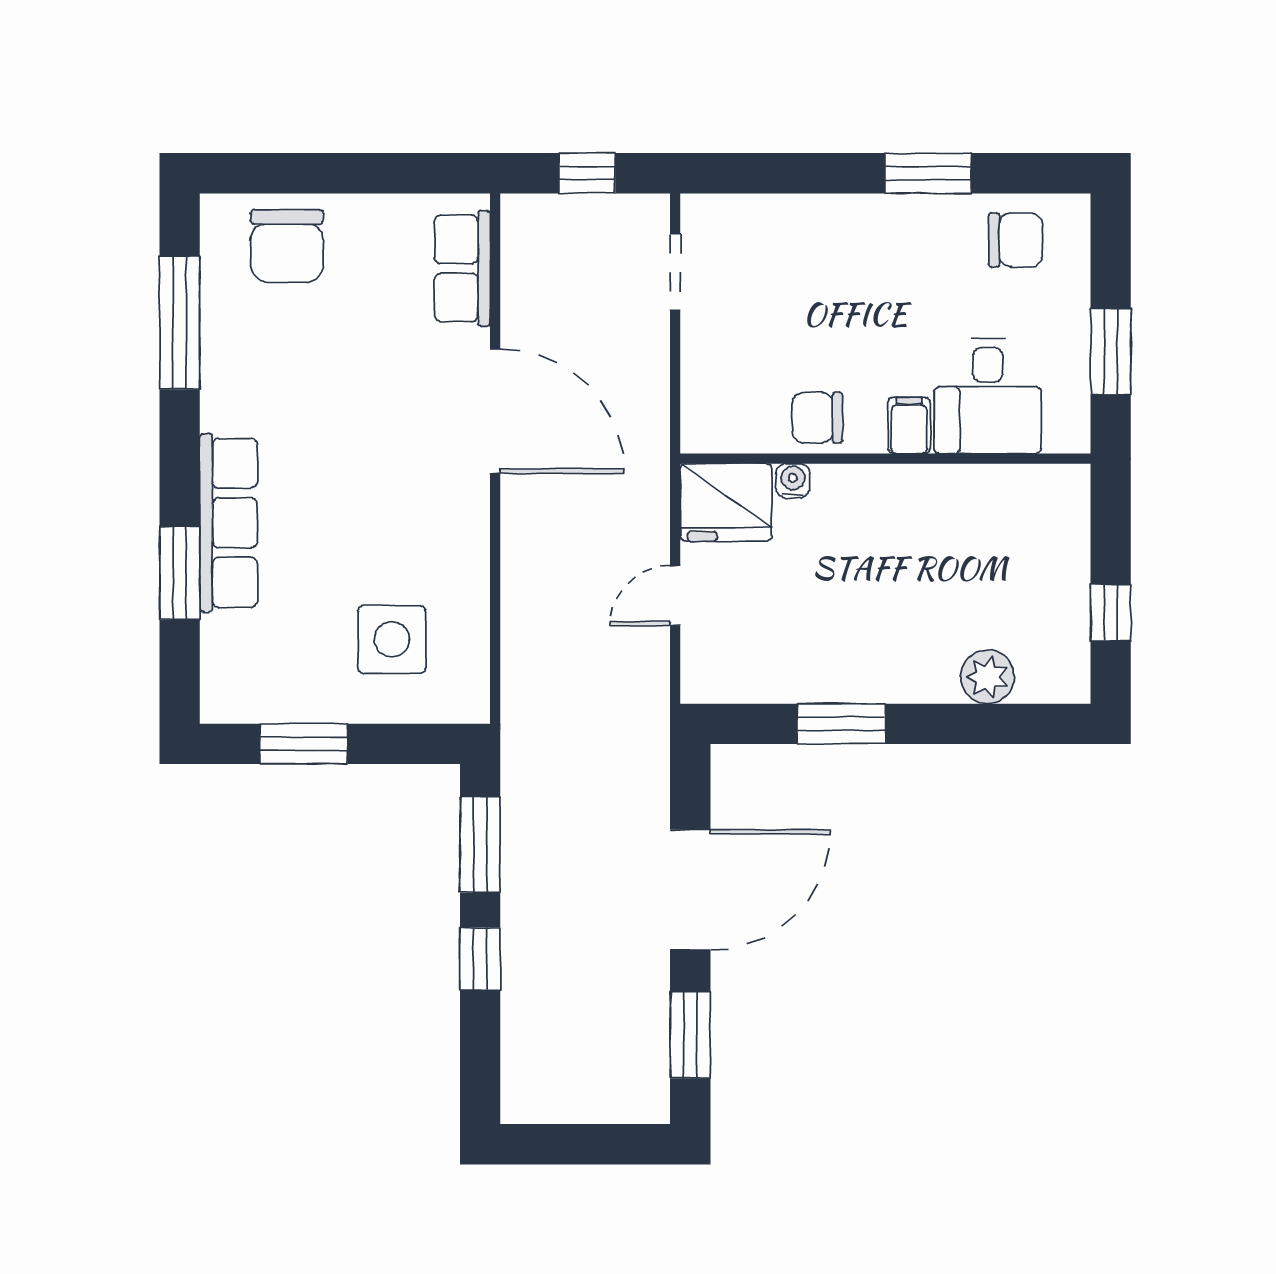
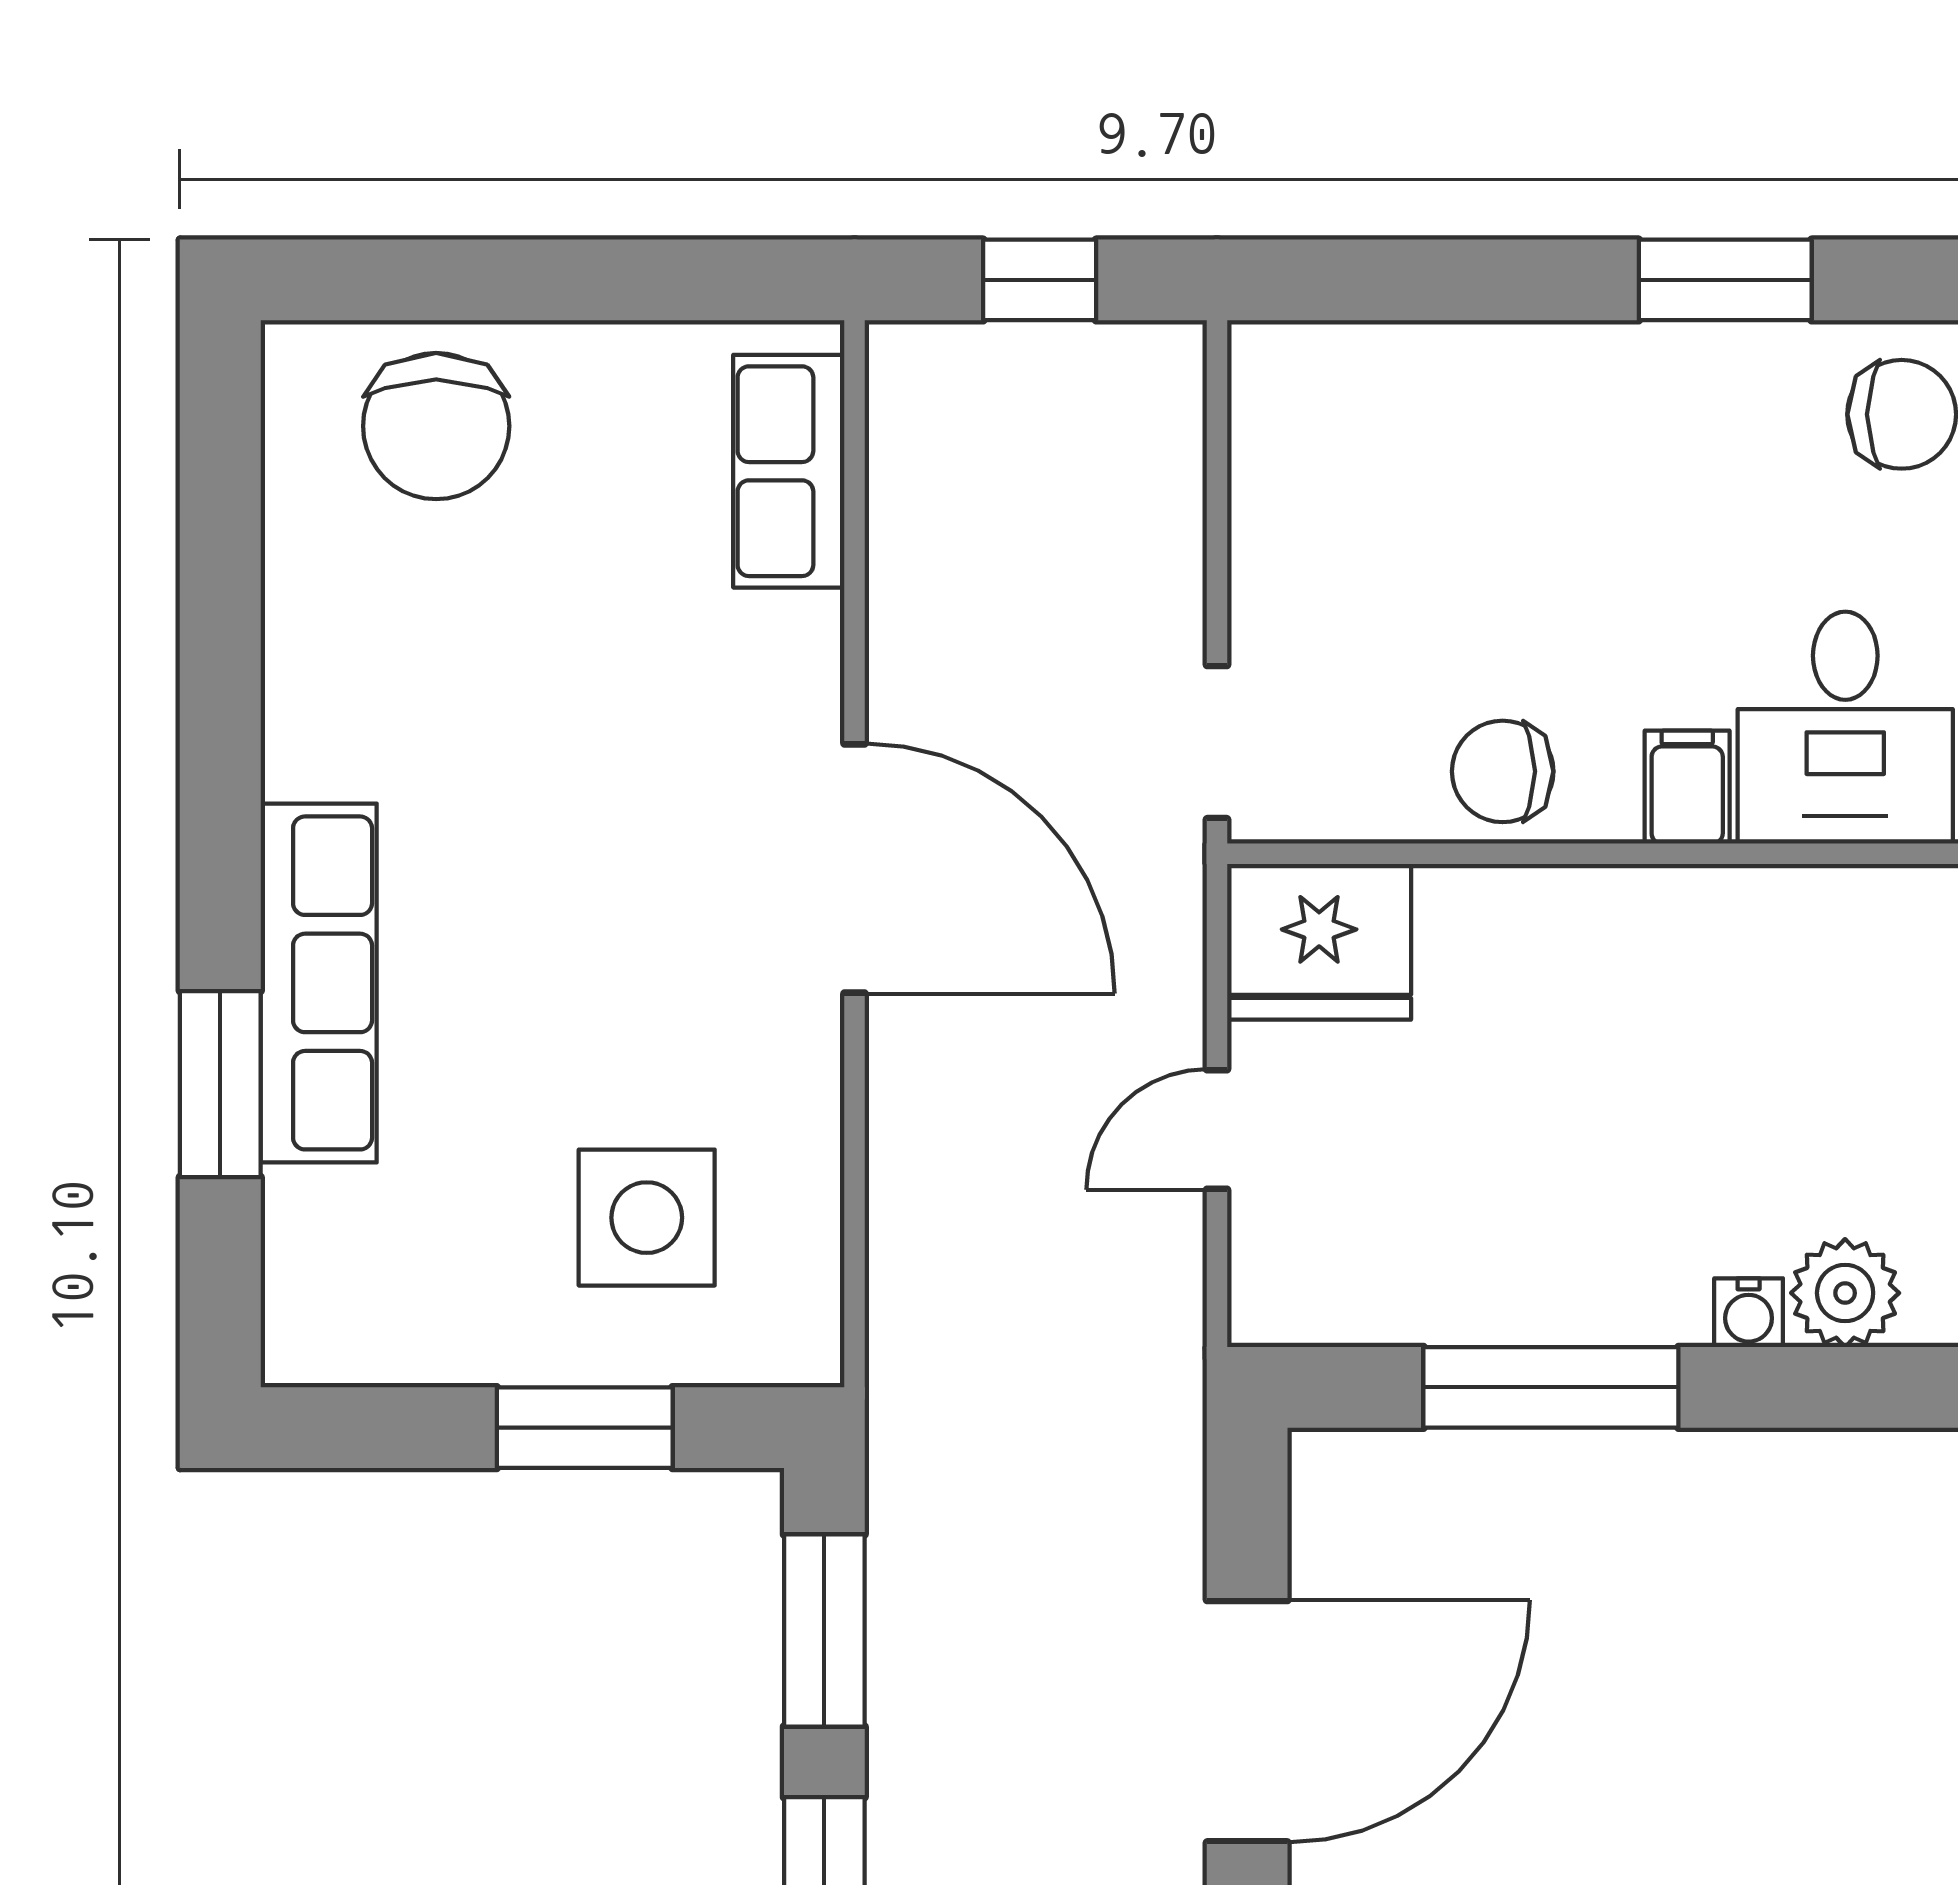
doorway: (675, 272) -> (1217, 742), moved
window: (180, 323) -> (220, 580), removed
door: (495, 411) -> (855, 869), moved
water cooler: (793, 481) -> (1749, 1313), moved, turned 180
window: (841, 724) -> (1551, 1387), width x1.44
window: (304, 744) -> (585, 1428), moved

